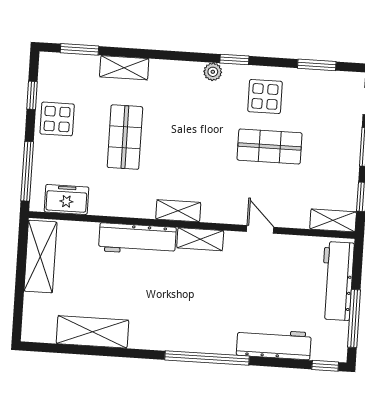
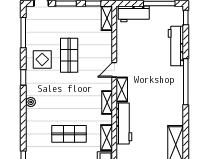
window: (317, 65) -> (23, 33), width x1.44
shelving: (124, 68) -> (107, 138), moved
plant: (213, 72) -> (31, 102), moved
door: (260, 229) -> (114, 70), moved
workbench: (337, 281) -> (134, 14), width x0.73

